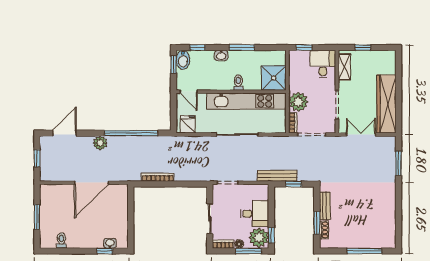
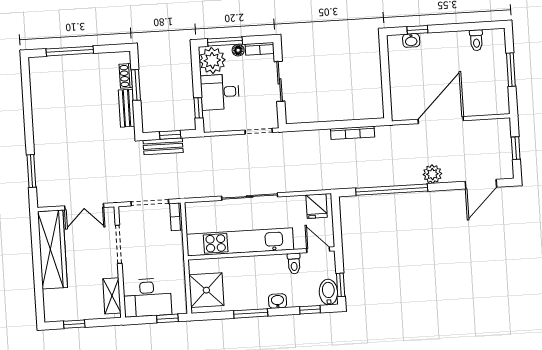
window: (363, 47) -> (74, 324), moved
desk: (323, 64) -> (147, 298), width x1.37
shower: (274, 78) -> (206, 290), moved
toilet: (238, 83) -> (294, 264), moved
plant: (298, 102) -> (171, 245), removed
bench: (277, 176) -> (163, 146), moved, width x0.73
window: (271, 235) -> (198, 108), moved

